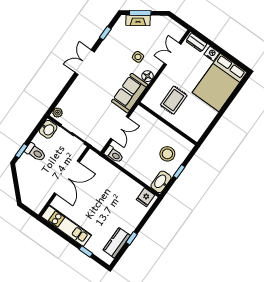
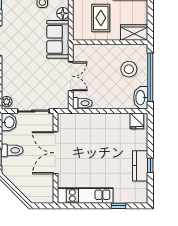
wardrobe: (191, 129) -> (134, 33), added
window: (179, 172) -> (150, 77), width x3.17
double door: (67, 177) -> (55, 153), swing flipped
kitchen counter: (117, 243) -> (140, 166), moved

